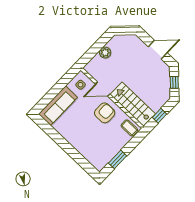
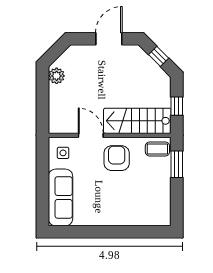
plant: (105, 53) -> (57, 76), moved
door: (103, 89) -> (91, 135), swing flipped
window: (118, 159) -> (177, 164), moved

